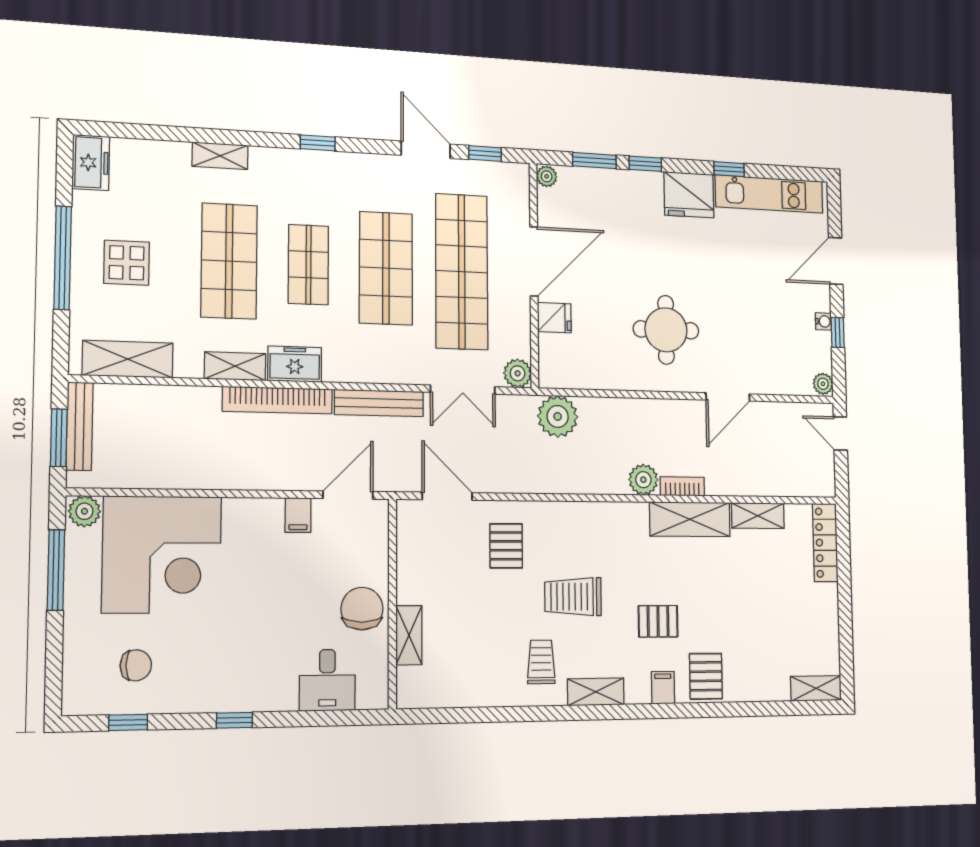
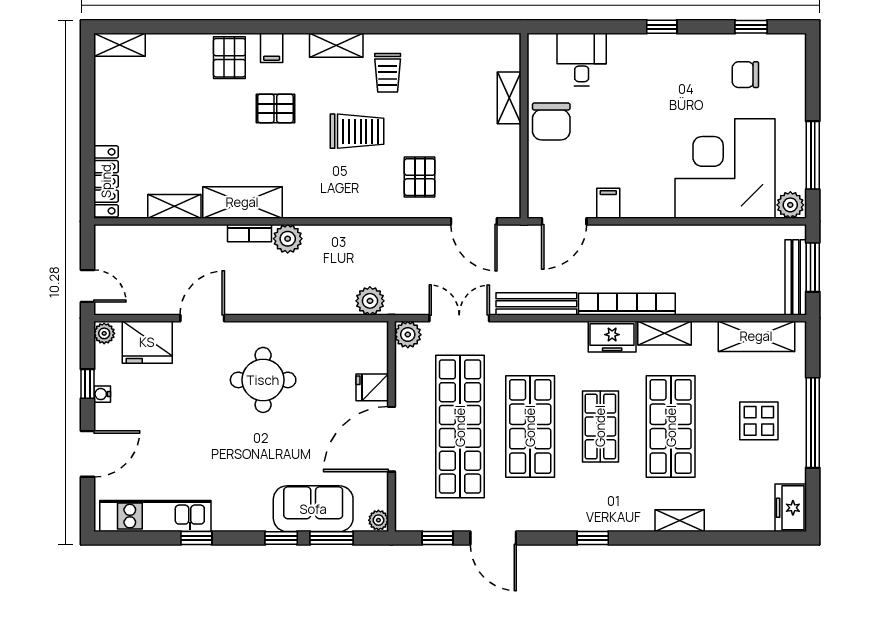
sofa: (613, 192) -> (313, 509), added
fridge: (689, 195) -> (147, 342), moved, turned 180
plant: (558, 416) -> (370, 301), width x0.73, depth x0.73

